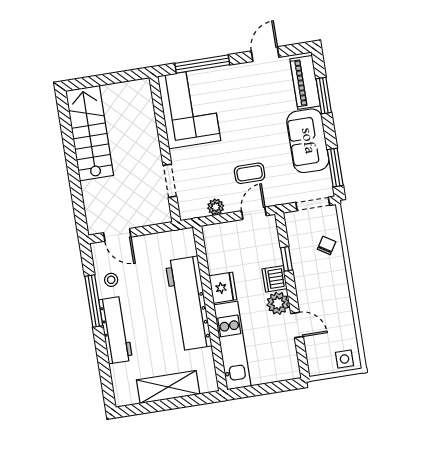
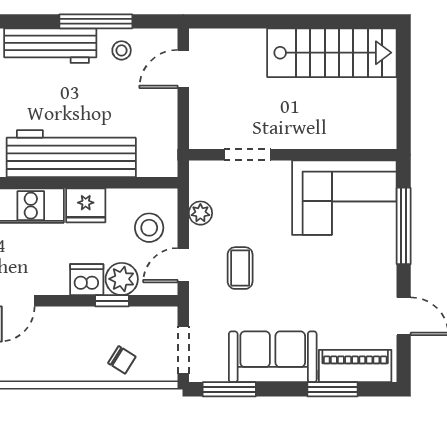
door: (254, 213) -> (183, 265), swing flipped
stool: (232, 241) -> (149, 228), added
plant: (278, 303) -> (122, 279), moved

